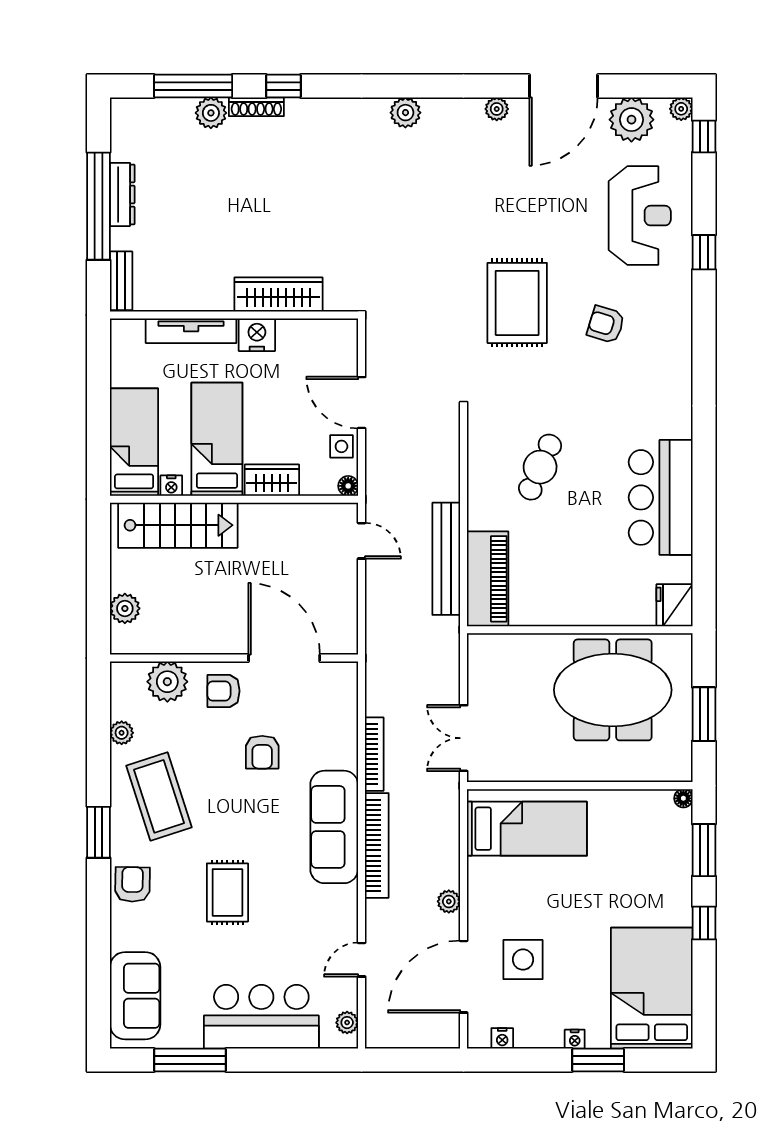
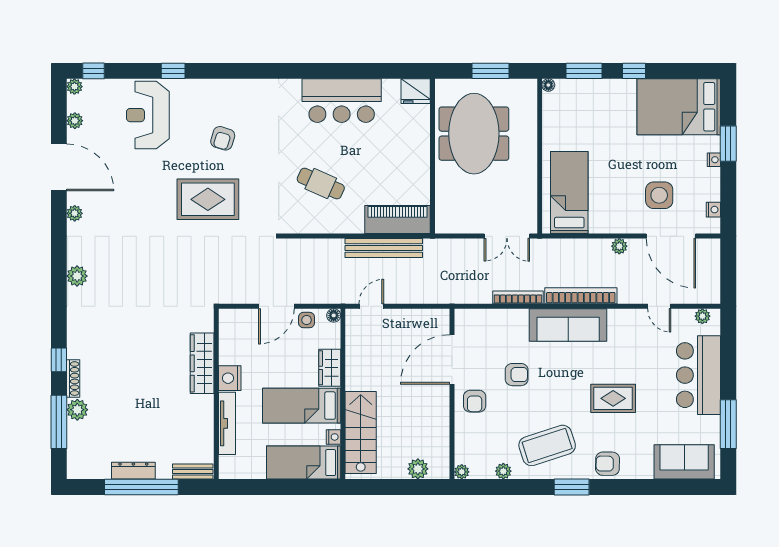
plant: (631, 120) -> (75, 121), width x0.53, depth x0.53
reception desk: (640, 216) -> (148, 115), turned -90
plant: (167, 682) -> (462, 472), moved, width x0.53, depth x0.53

